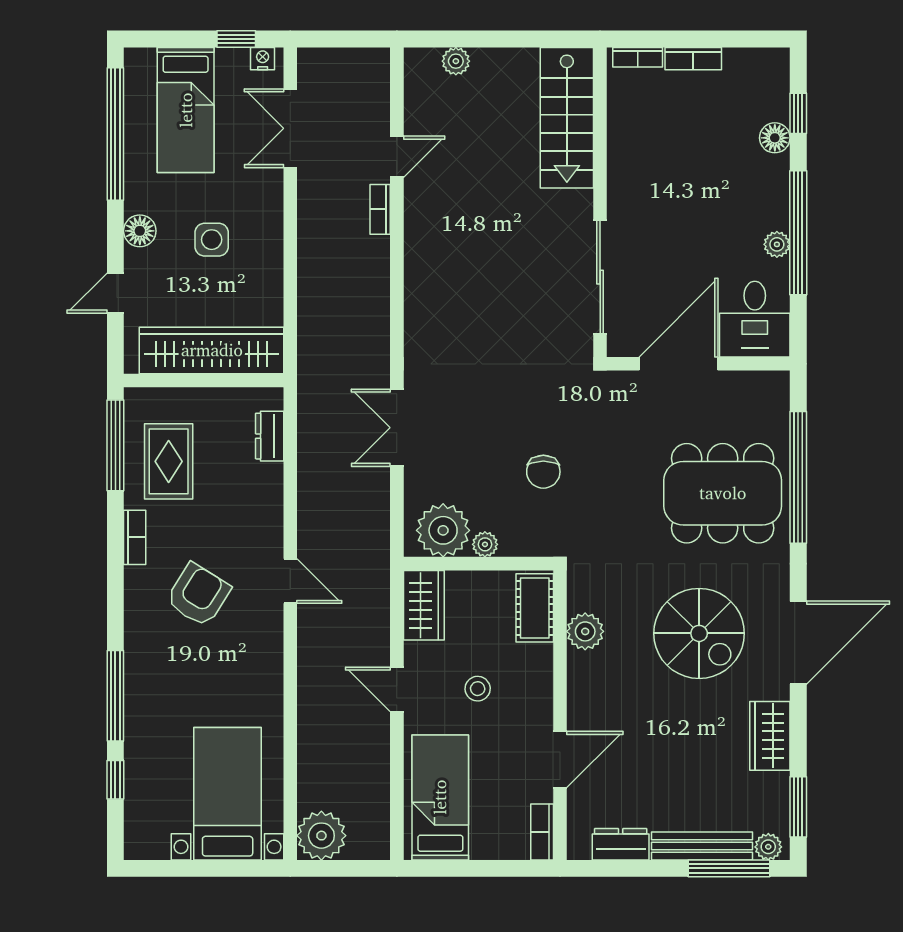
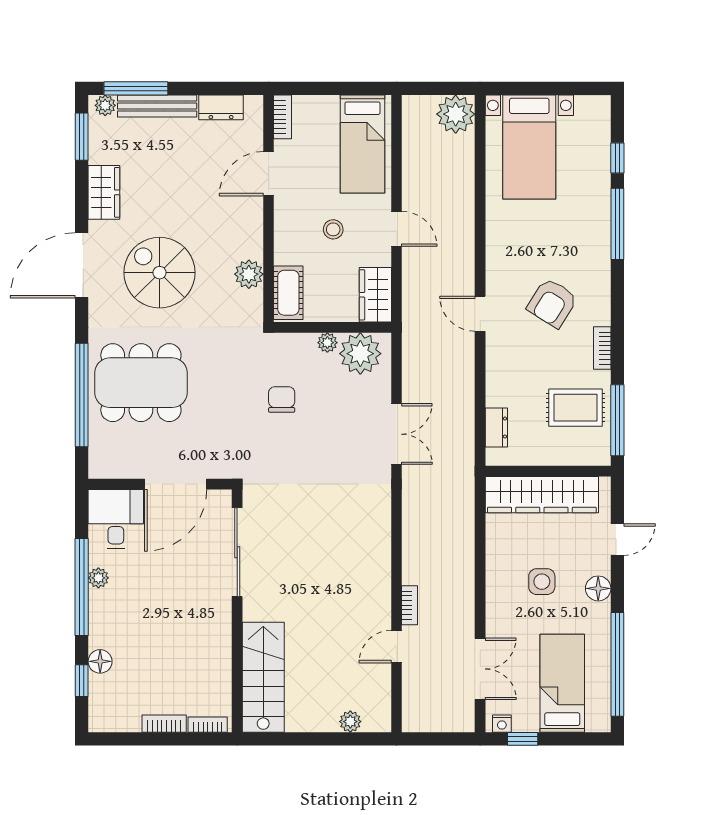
rug: (169, 461) -> (576, 408), turned 90

